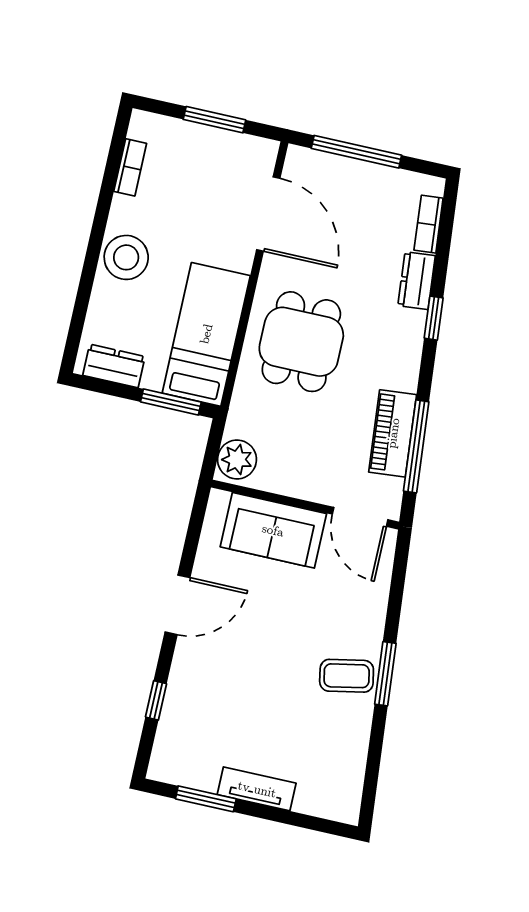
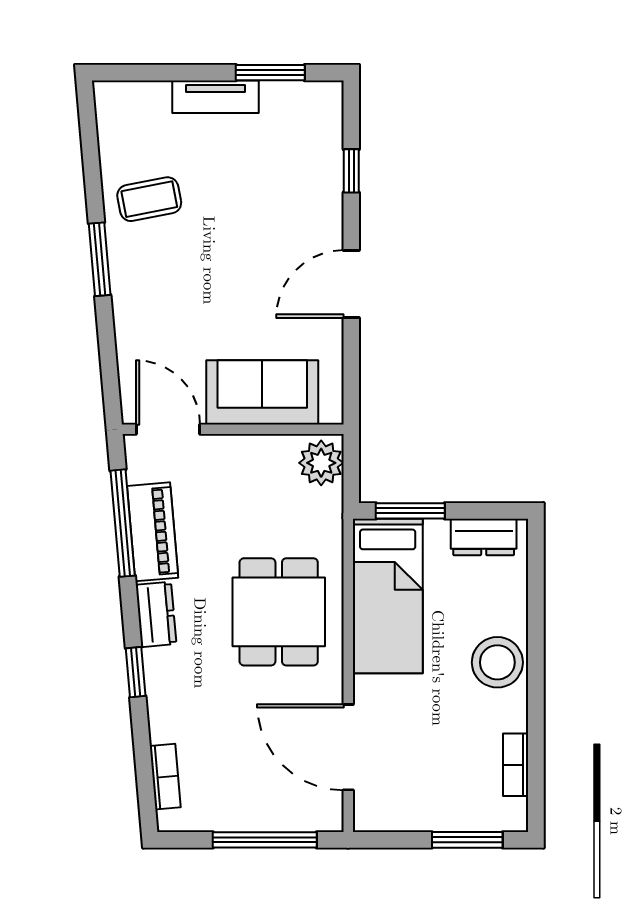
window: (214, 120) -> (467, 840), moved
dresser: (417, 281) -> (156, 614), moved
coffee table: (347, 676) -> (149, 199), moved

